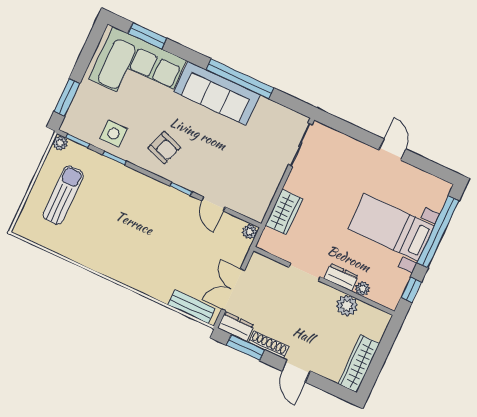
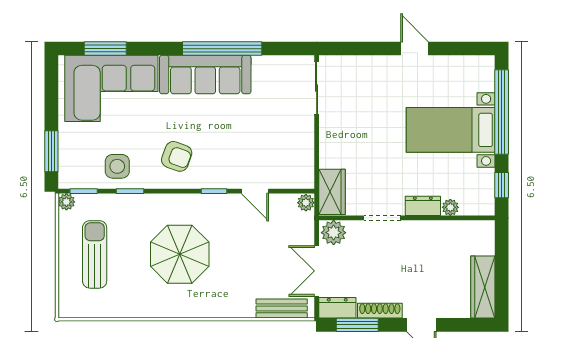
wardrobe: (284, 212) -> (332, 192), moved
parasol: (131, 226) -> (180, 254), added
plant: (347, 306) -> (334, 233), moved

